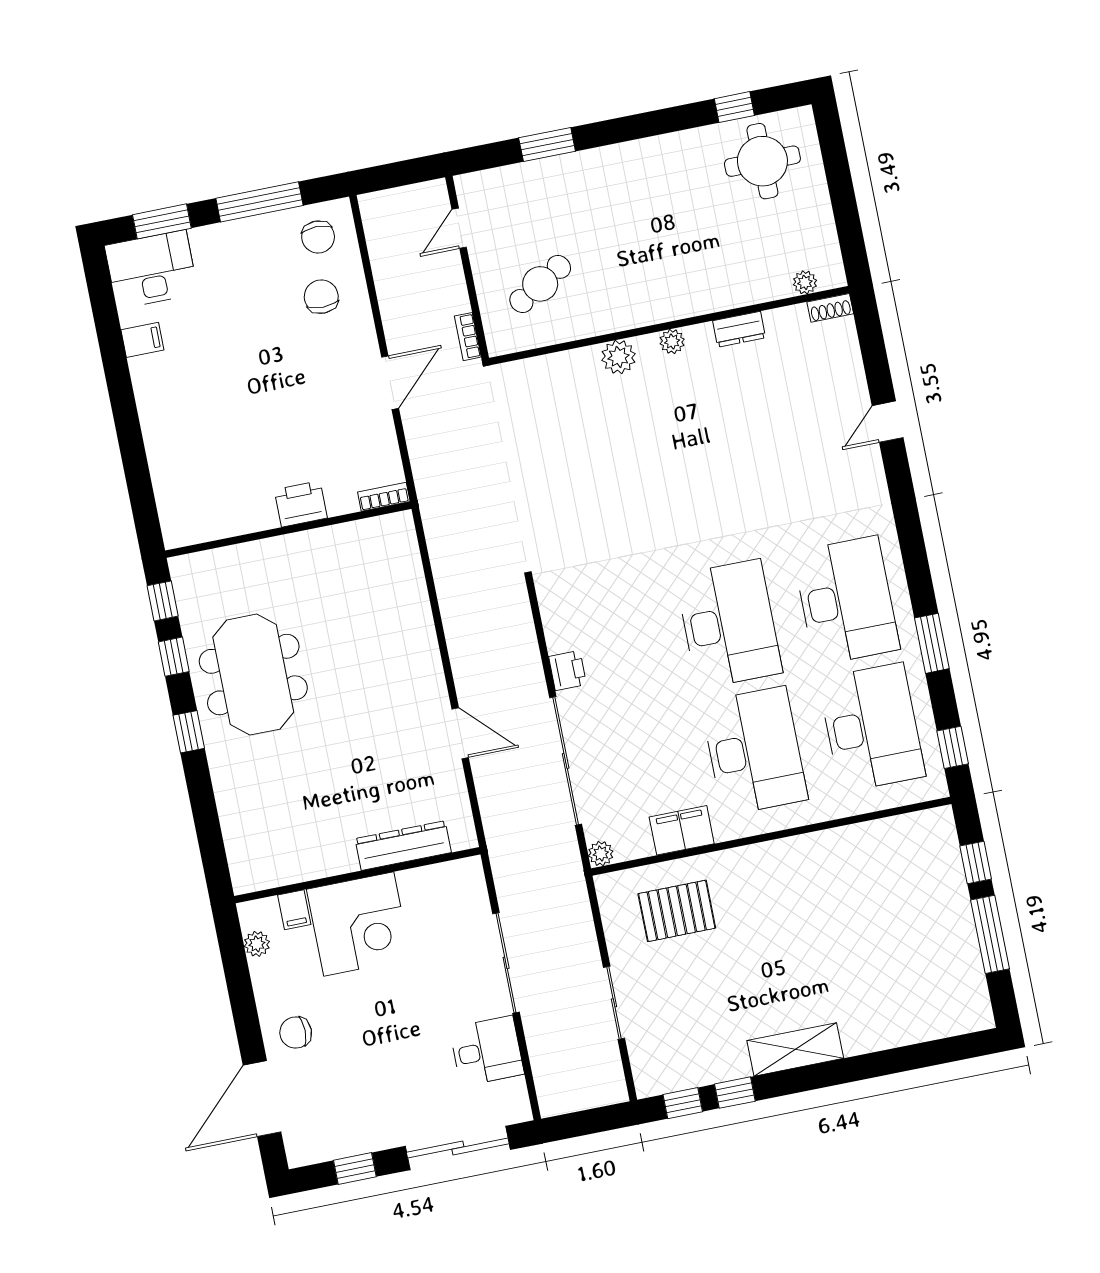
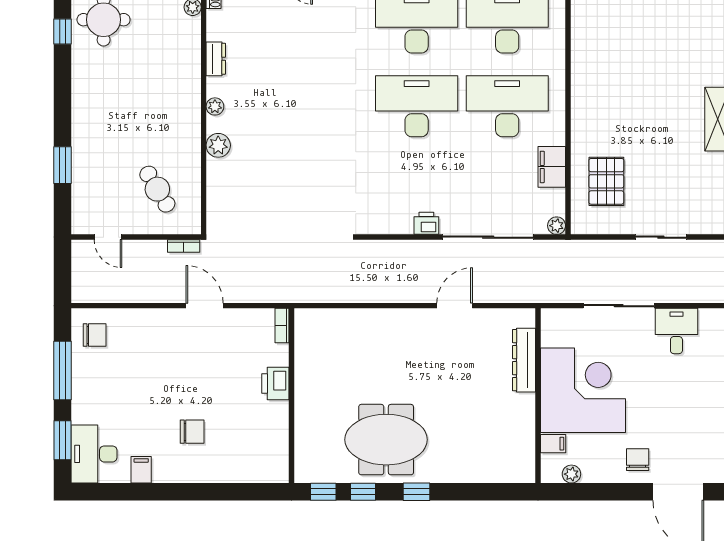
chair: (321, 297) -> (192, 432), moved, turned 180
corner desk: (359, 924) -> (583, 390), width x1.36, depth x1.36
chair: (296, 1033) -> (638, 460), turned 180

